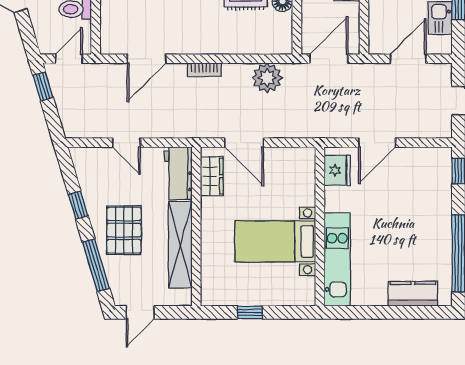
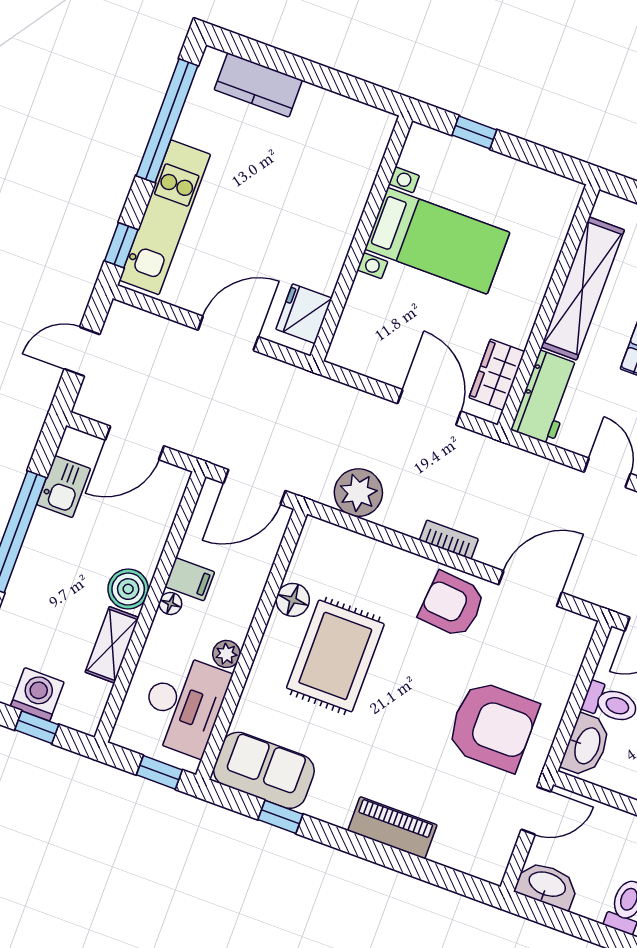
armchair: (189, 33) -> (452, 605), added
kitchen unit: (337, 260) -> (165, 217), moved, turned 180
window: (250, 312) -> (474, 132), moved

